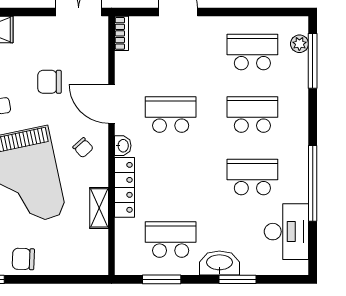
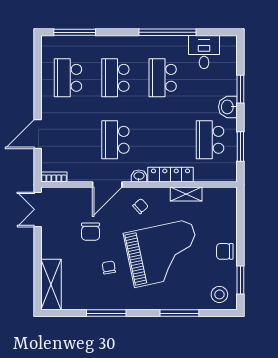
plant: (299, 44) -> (62, 42), removed
desk: (286, 232) -> (204, 52), width x0.73
chair: (23, 259) -> (225, 251), turned 88
washbasin: (219, 263) -> (228, 107), width x0.72

